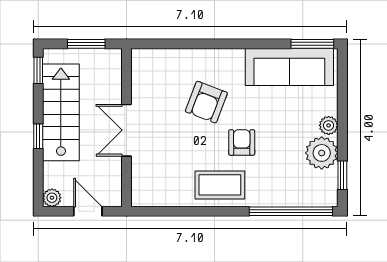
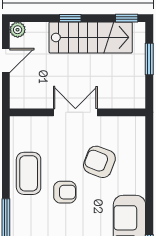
wall: (126, 128) -> (78, 112), moved
double door: (126, 130) -> (75, 112), moved

